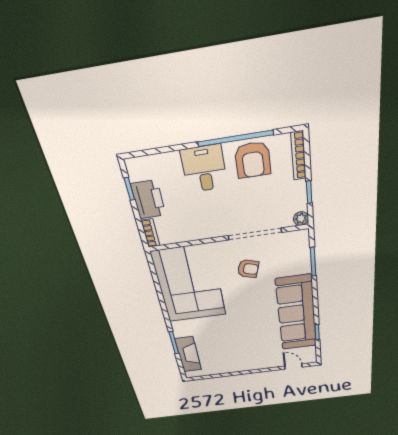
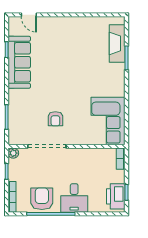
printer: (148, 200) -> (116, 196), moved
armchair: (248, 269) -> (55, 119), turned -107
corner sofa: (189, 284) -> (108, 121), width x0.73, depth x0.74
sofa: (296, 313) -> (19, 62), width x0.74, depth x0.79

